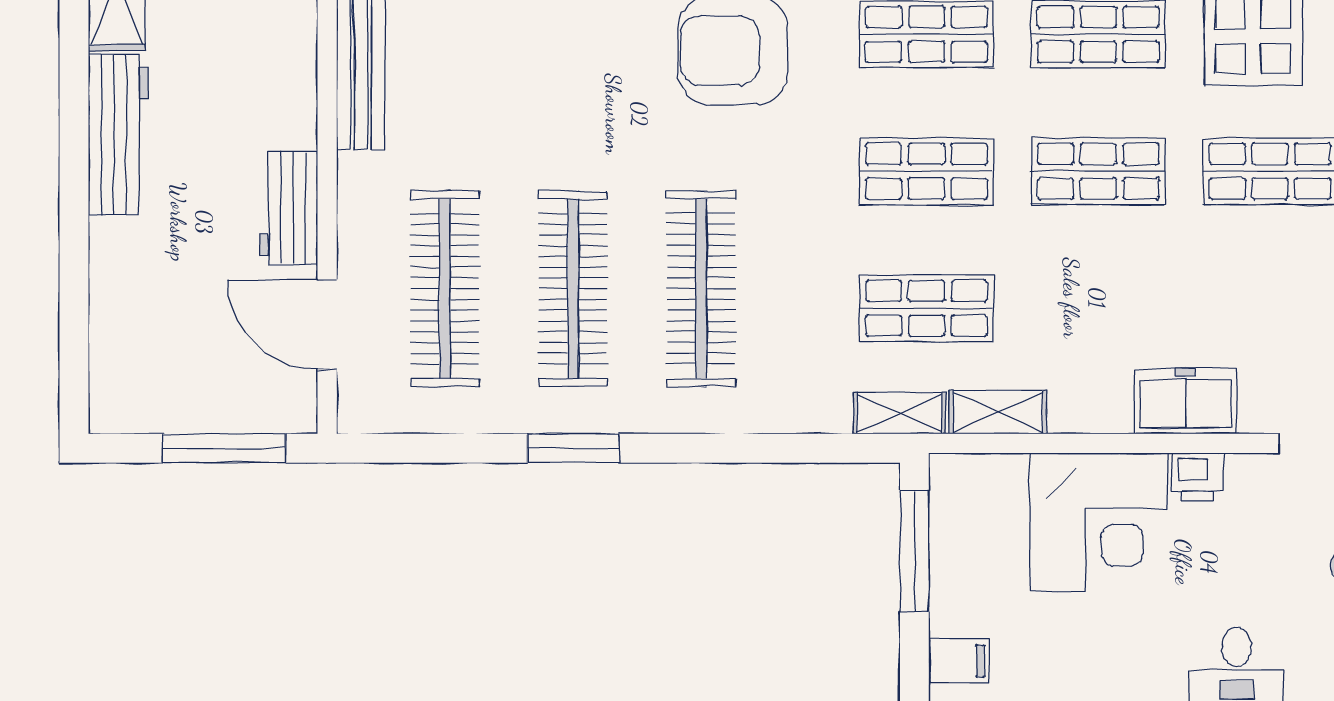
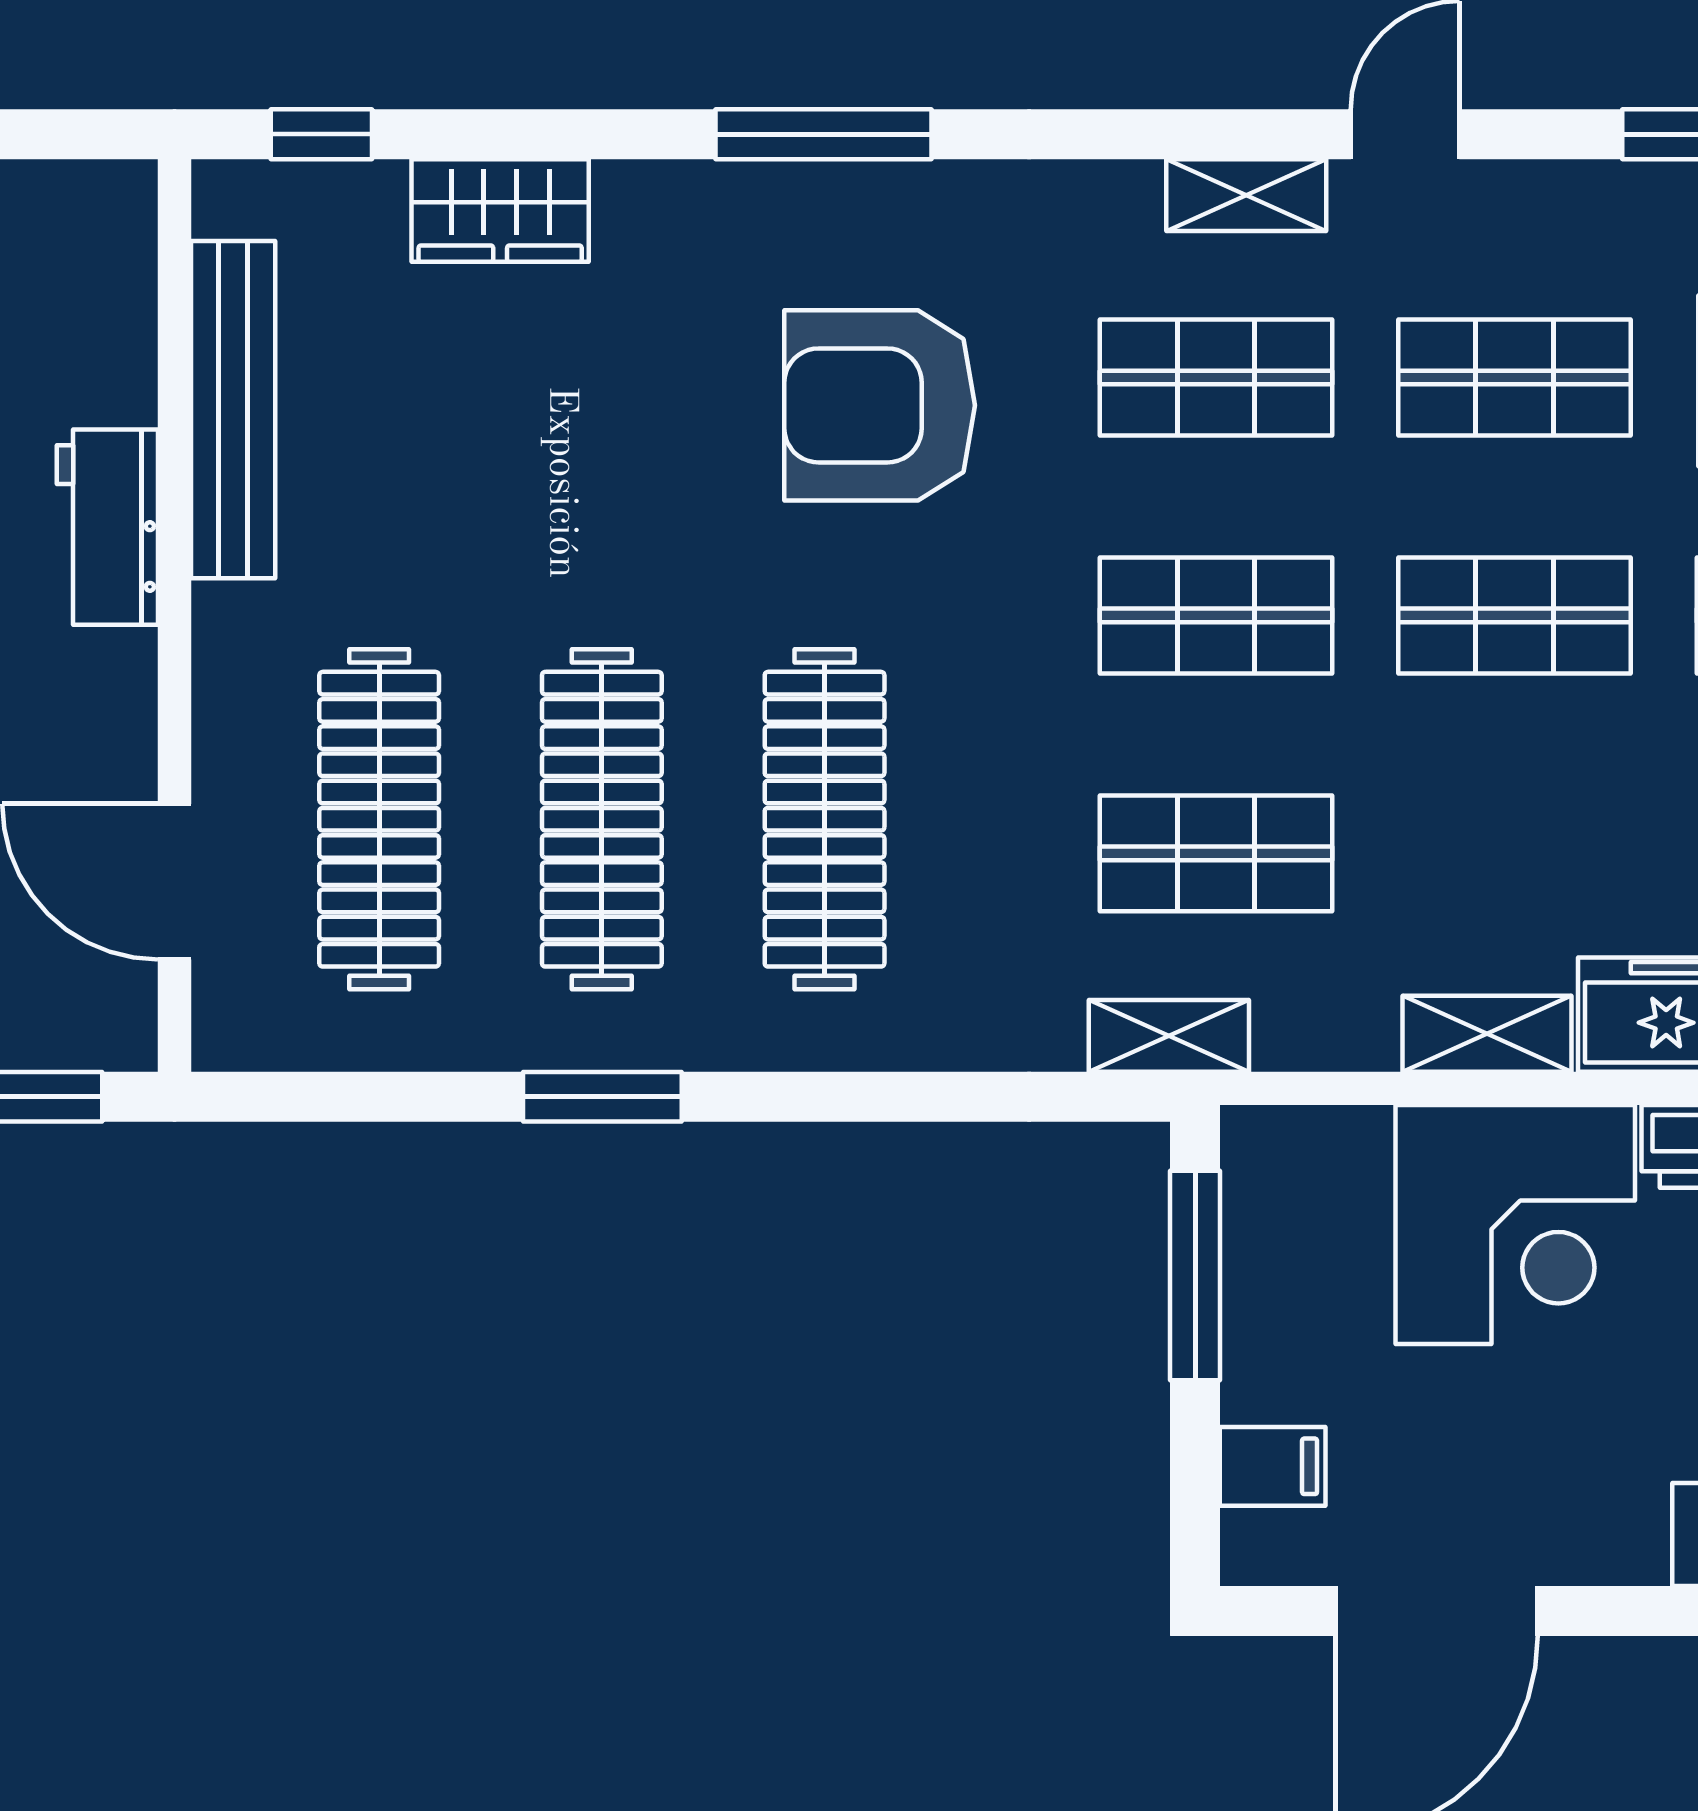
workbench: (288, 208) -> (107, 527), moved
shelving: (998, 412) -> (1487, 1034), moved

